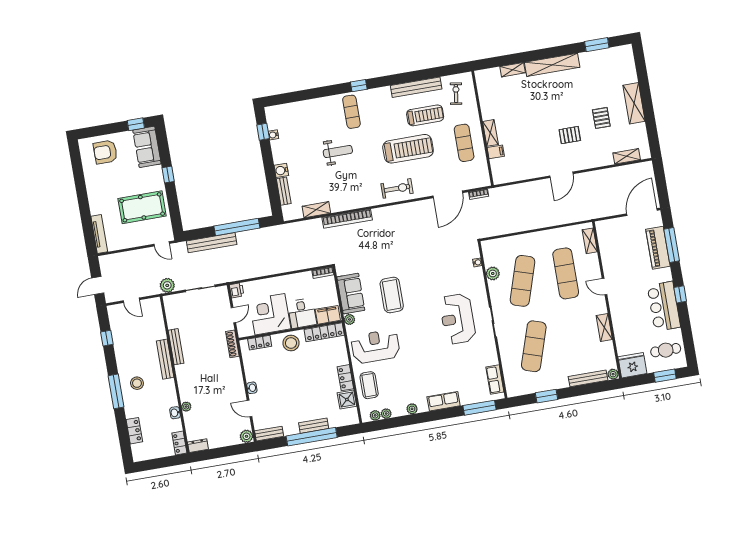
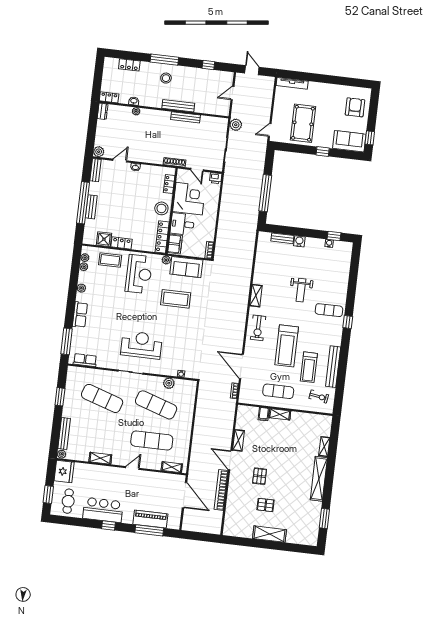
shelving: (627, 156) -> (239, 440), moved
shelving: (316, 210) -> (256, 296), moved
door: (642, 212) -> (185, 495), moved
bookcase: (347, 219) -> (221, 490), moved
bench: (212, 243) -> (259, 170), removed

